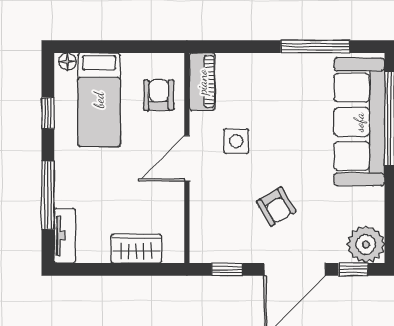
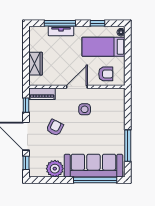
piano: (202, 82) -> (42, 94), moved
door: (187, 158) -> (77, 87), hinge flipped
armchair: (276, 207) -> (55, 128), turned 148
tv unit: (65, 236) -> (61, 31), moved
plant: (366, 244) -> (55, 169), moved

